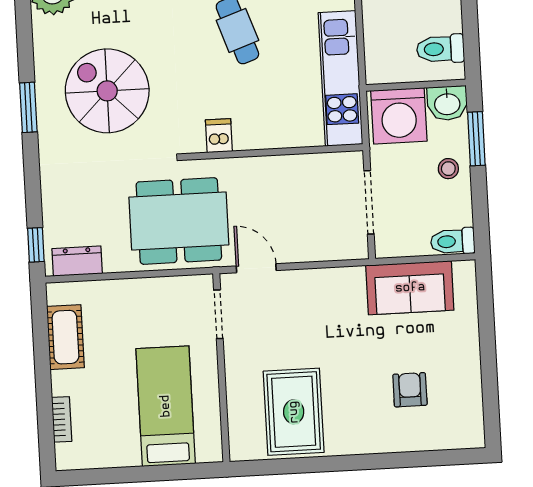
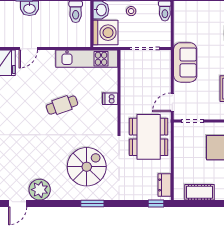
spiral stairs: (107, 91) -> (87, 167), turned 180
dishwasher: (219, 136) -> (110, 99), moved
sofa: (410, 288) -> (185, 62), moved

